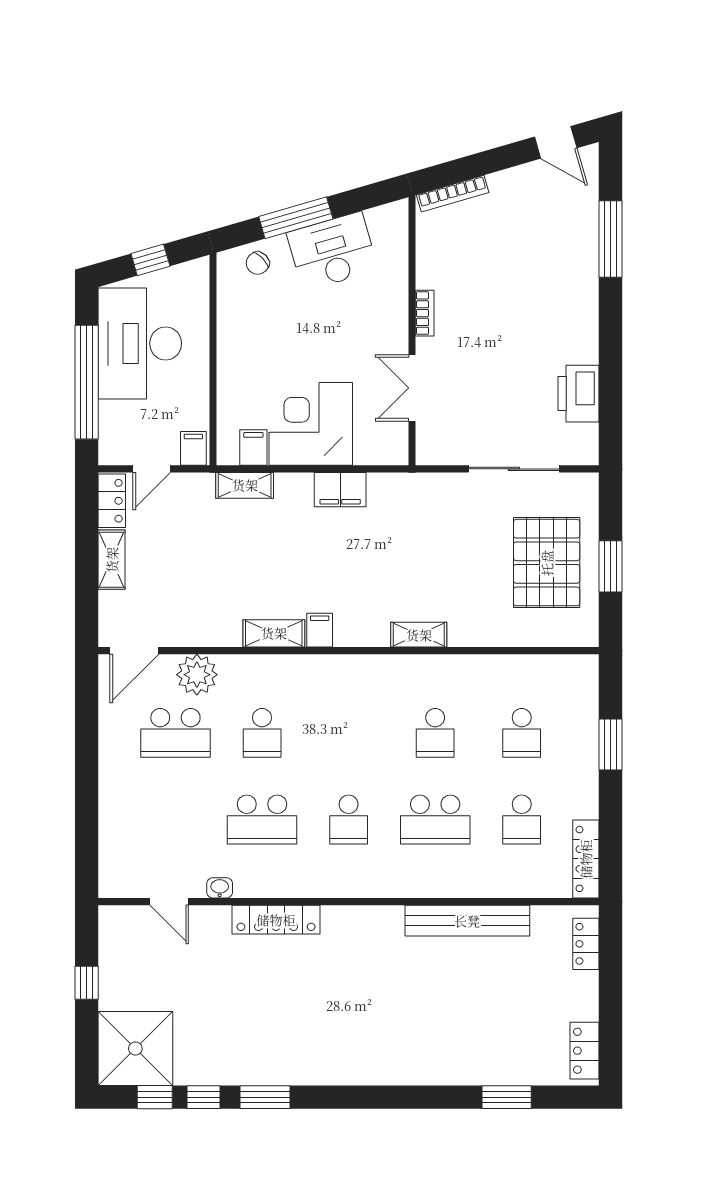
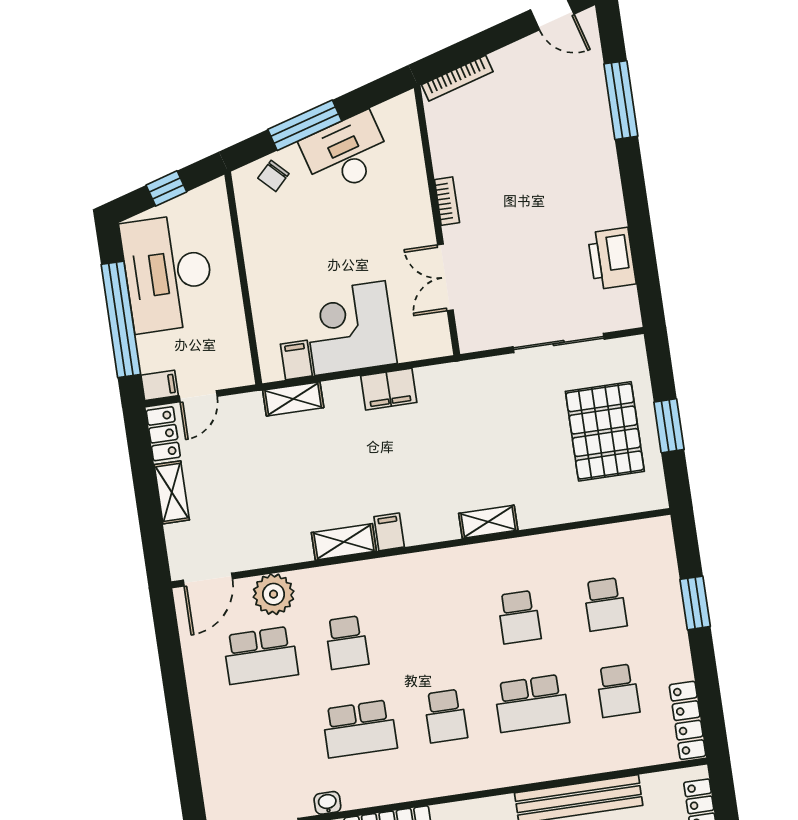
filing cabinet: (193, 448) -> (160, 385), moved, turned 90

